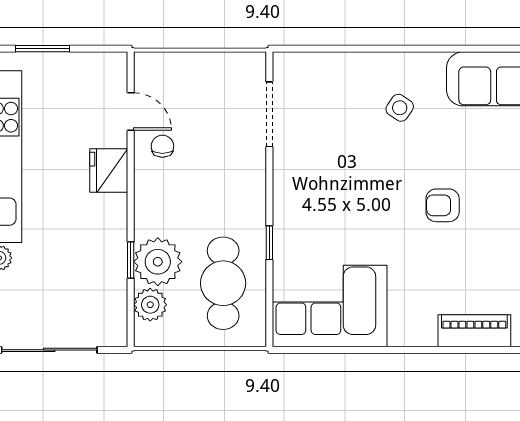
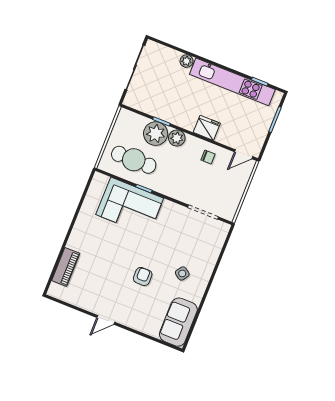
door: (131, 112) -> (244, 154), moved
armchair: (443, 205) -> (143, 276), moved
plant: (150, 305) -> (177, 138), moved
corner sofa: (330, 306) -> (130, 206), moved, turned 90

